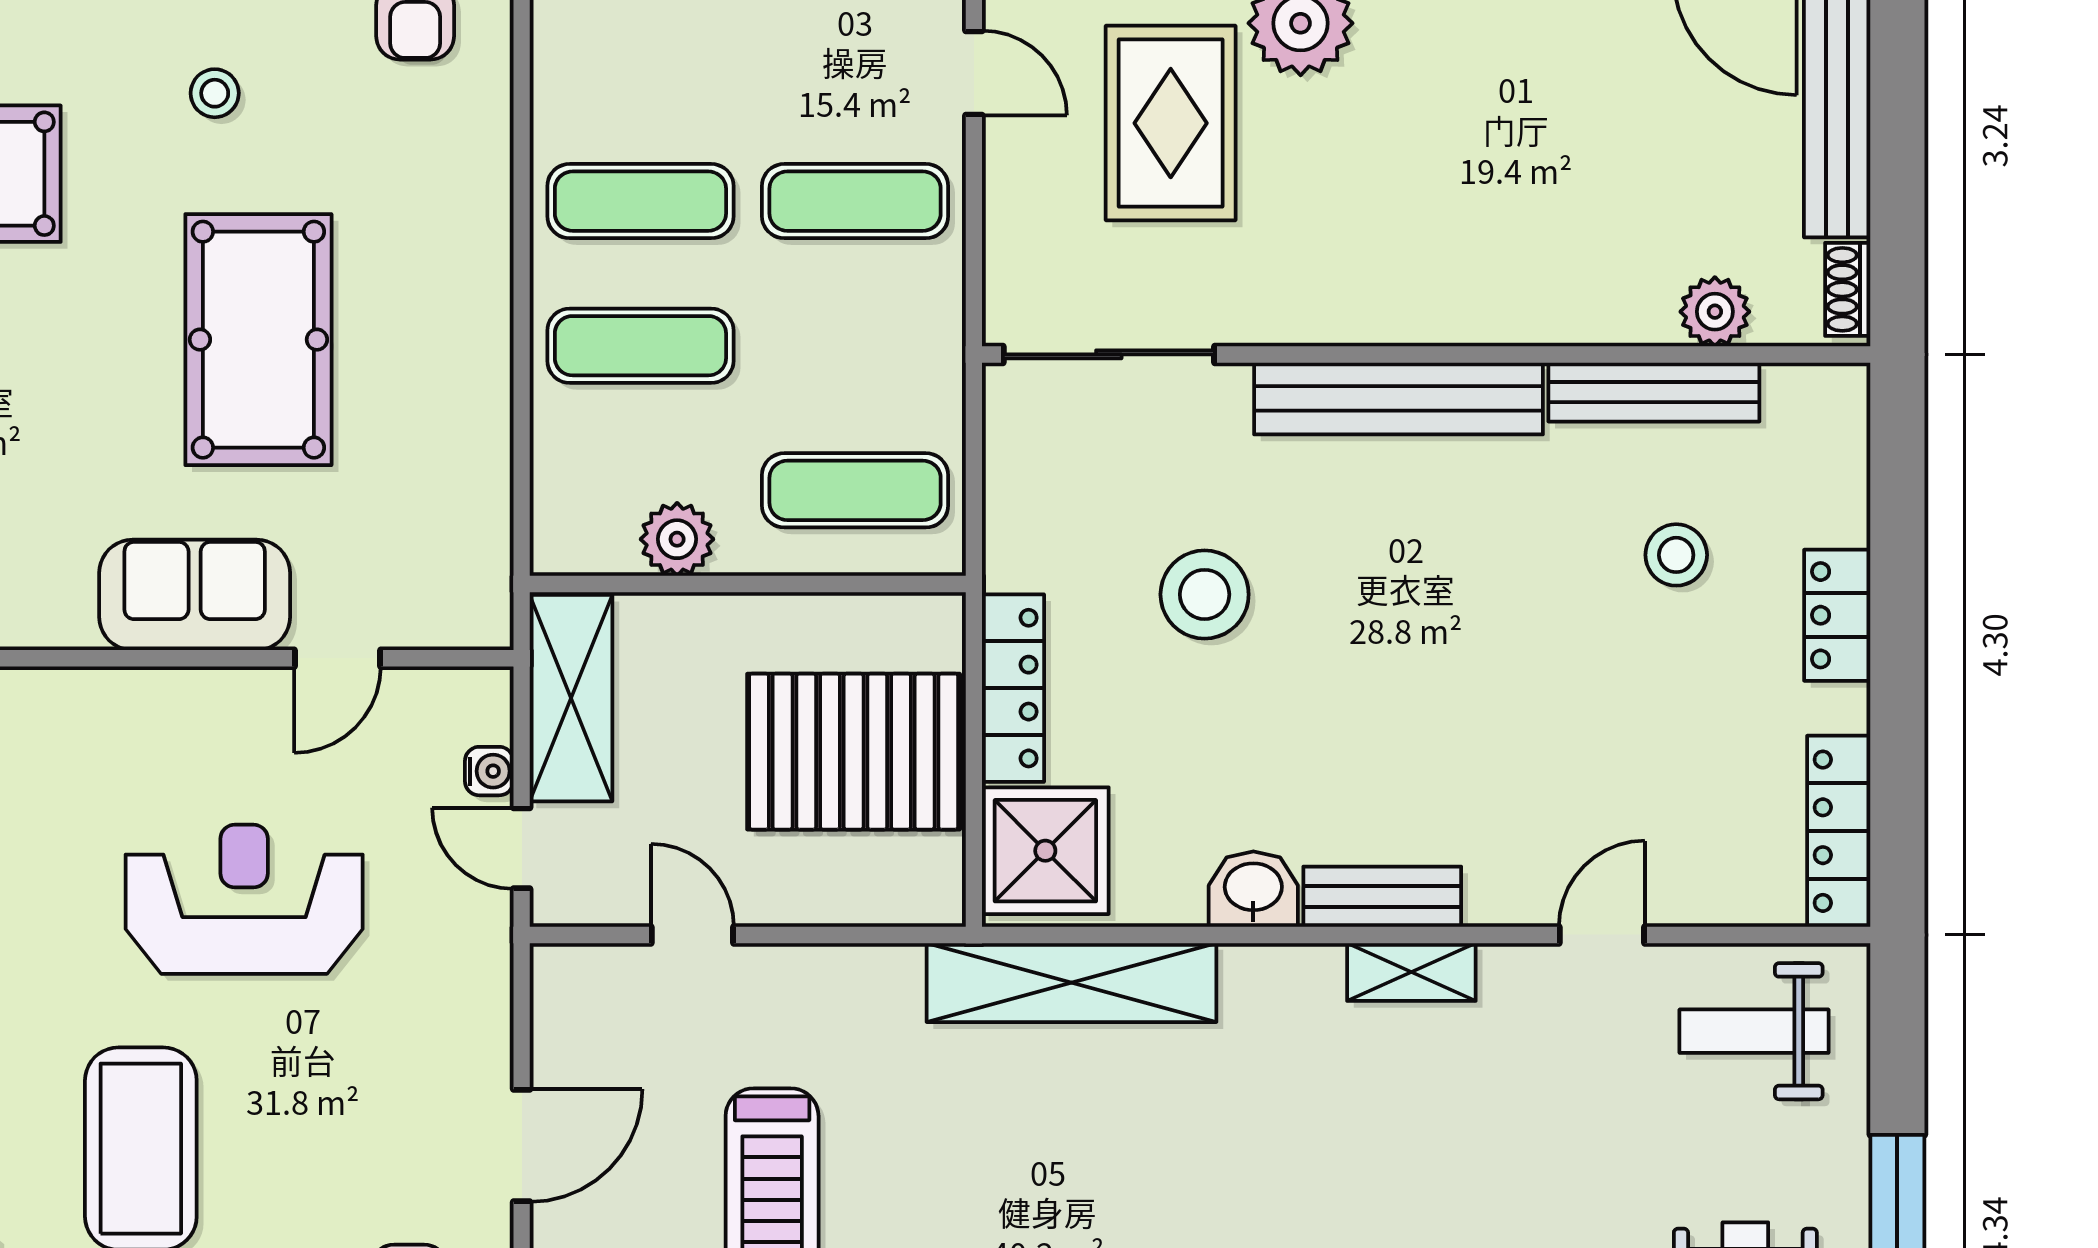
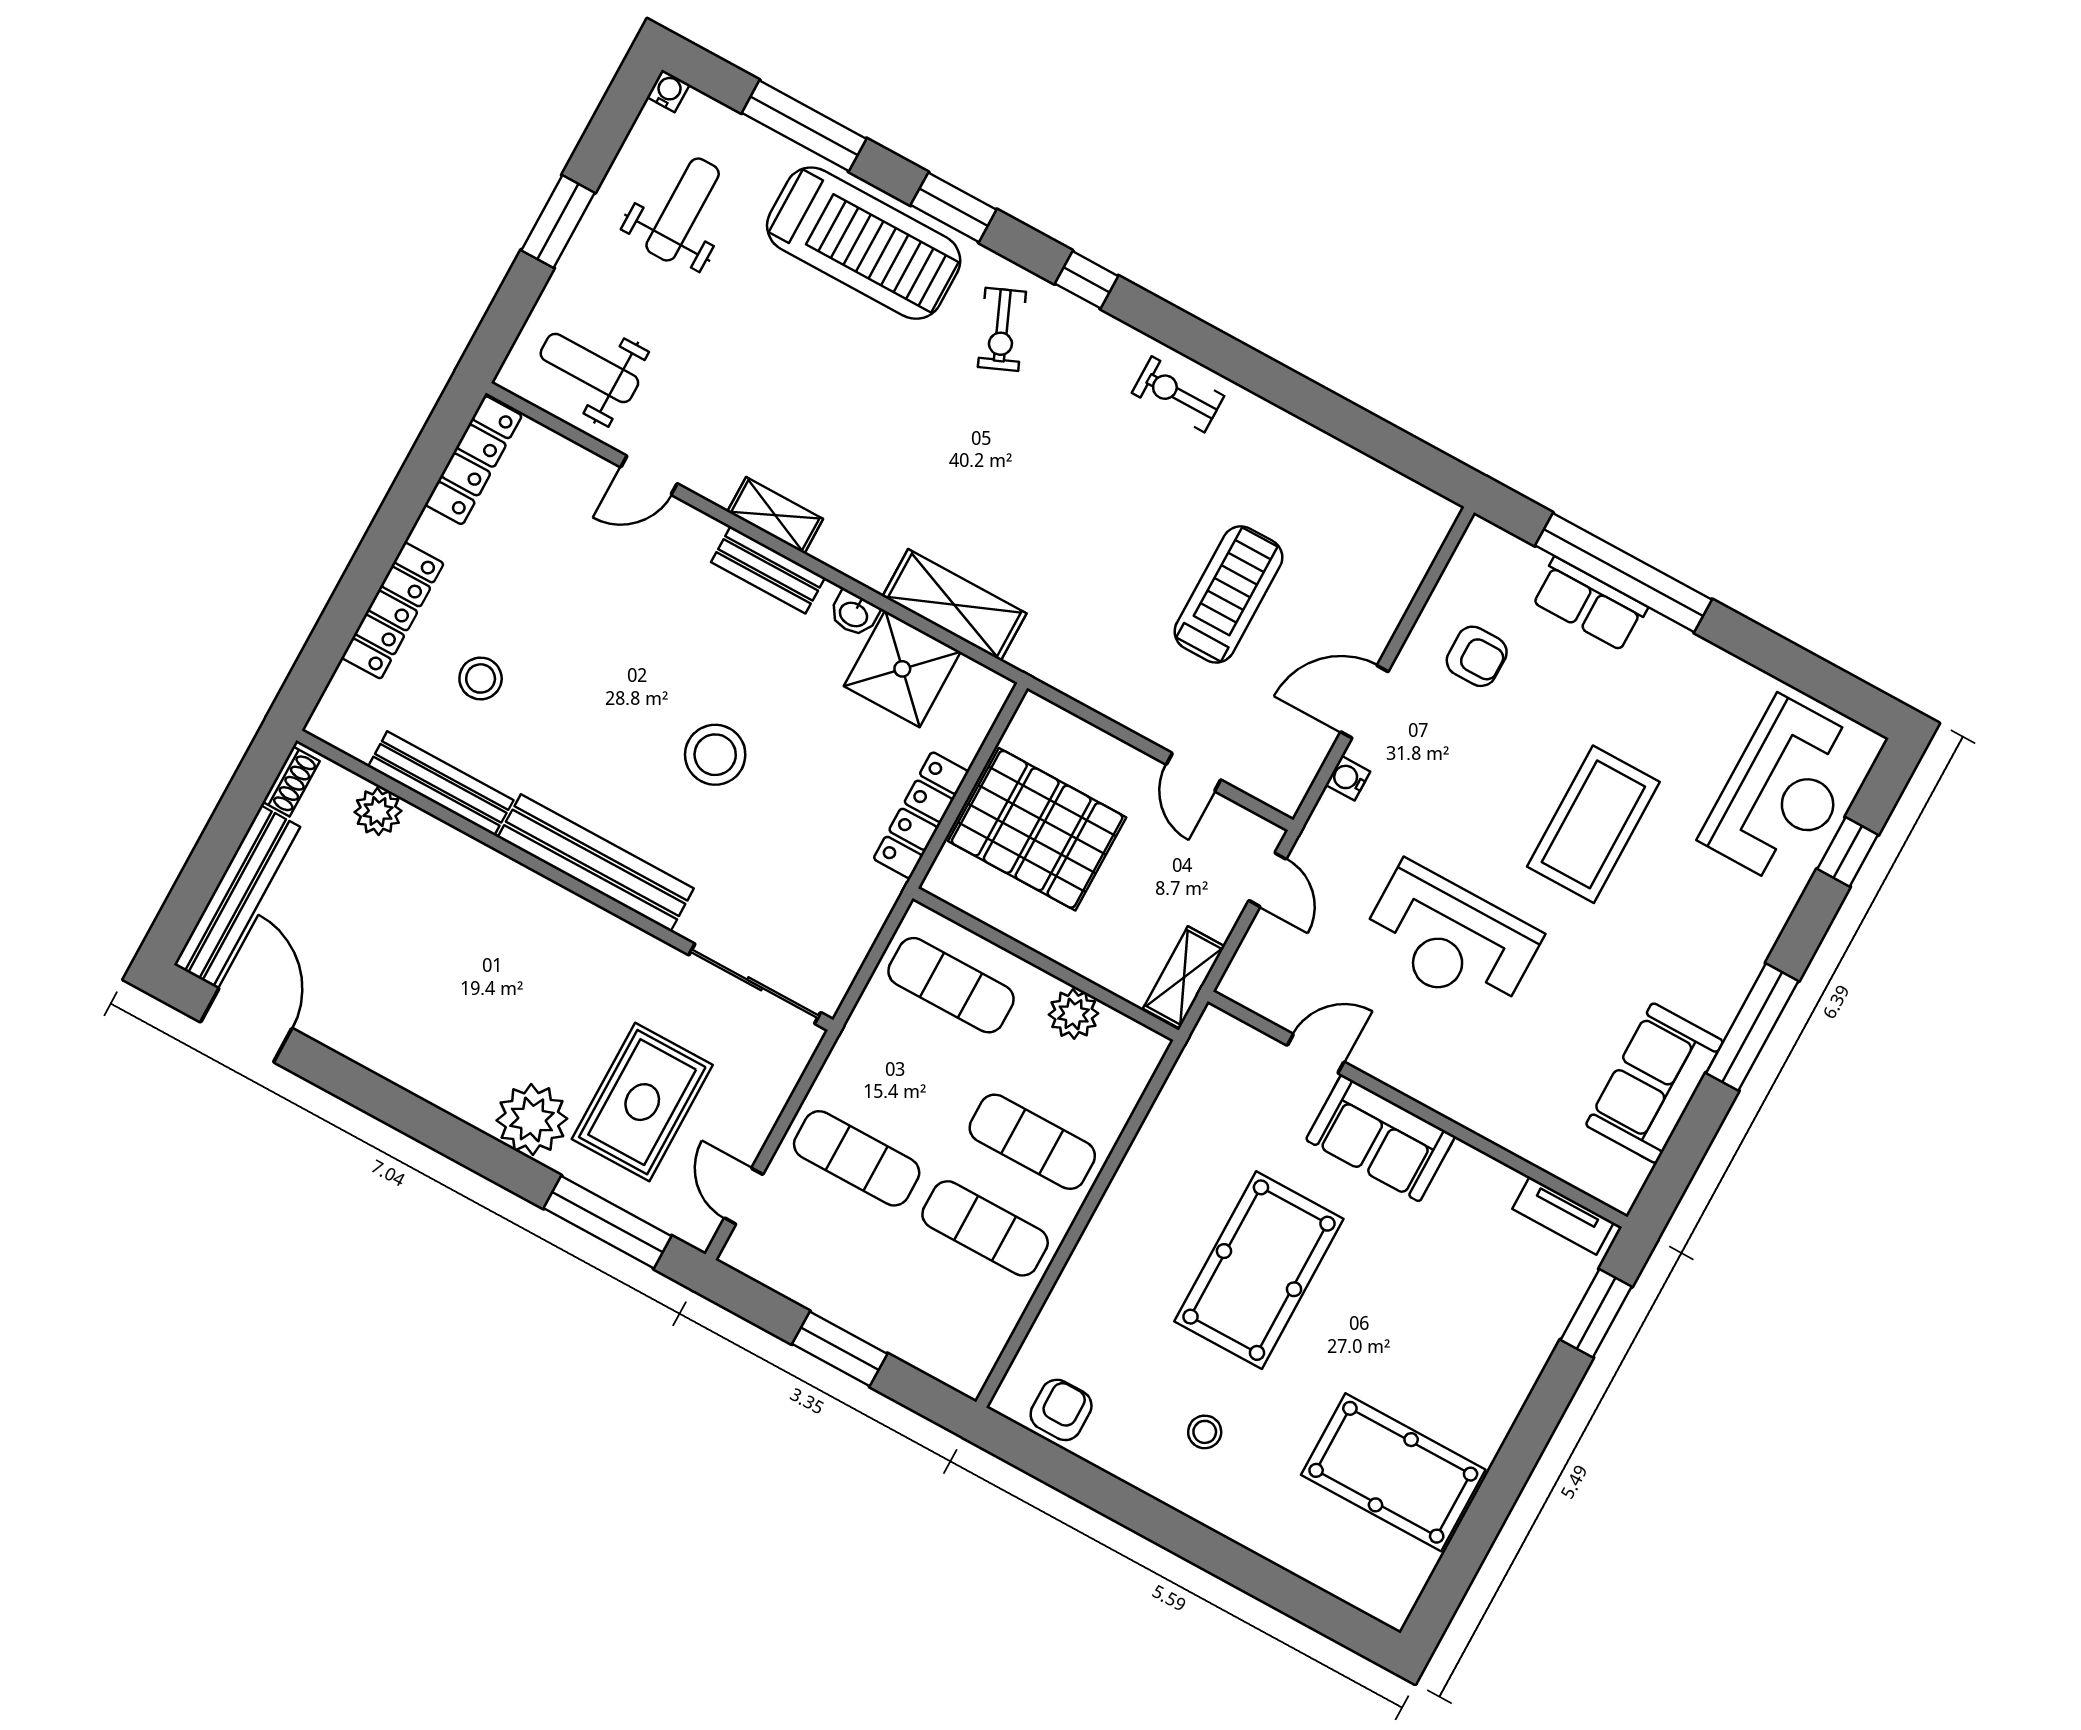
stool: (1205, 594) -> (715, 755), moved
locker: (1837, 615) -> (393, 611), width x1.53
shelving: (571, 698) -> (1184, 977), width x0.67, depth x0.75
water cooler: (489, 771) -> (1348, 778), moved
shower: (1045, 851) -> (902, 669), moved
washbasin: (1253, 889) -> (854, 614), width x0.72, depth x0.69
shelving: (1072, 983) -> (954, 605), width x0.68
weight bench: (1754, 1031) -> (589, 368), turned 180

